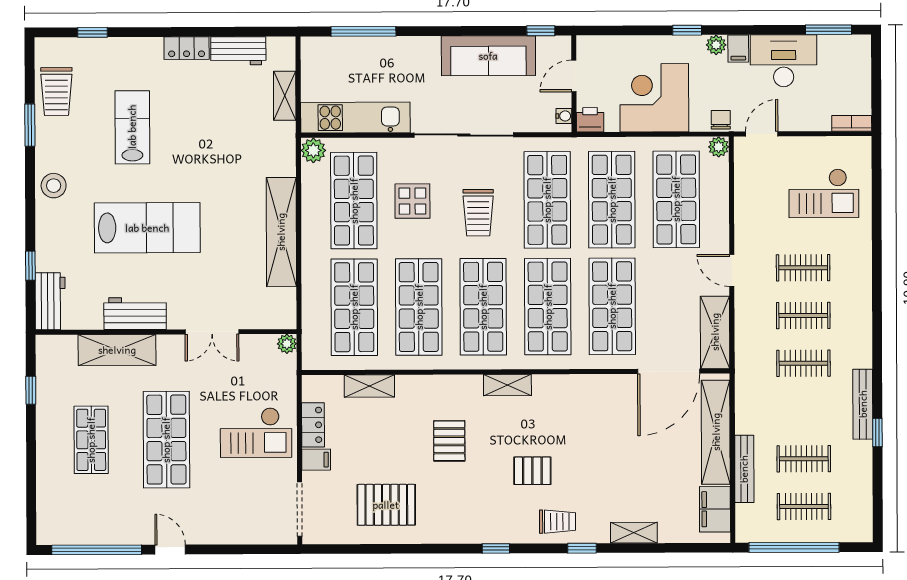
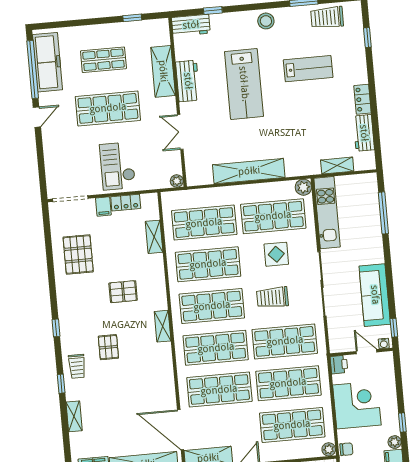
water cooler: (564, 116) -> (384, 343), moved
freezer: (87, 526) -> (47, 62), added

